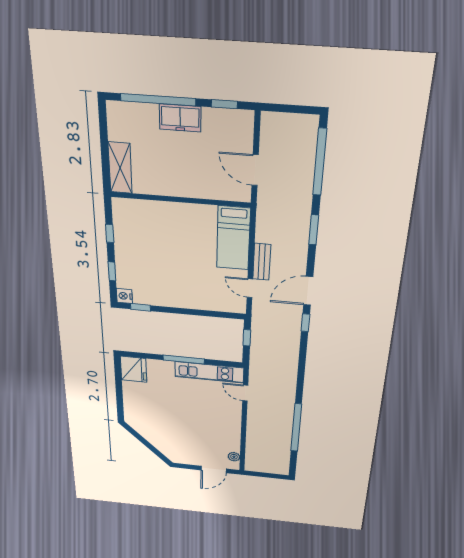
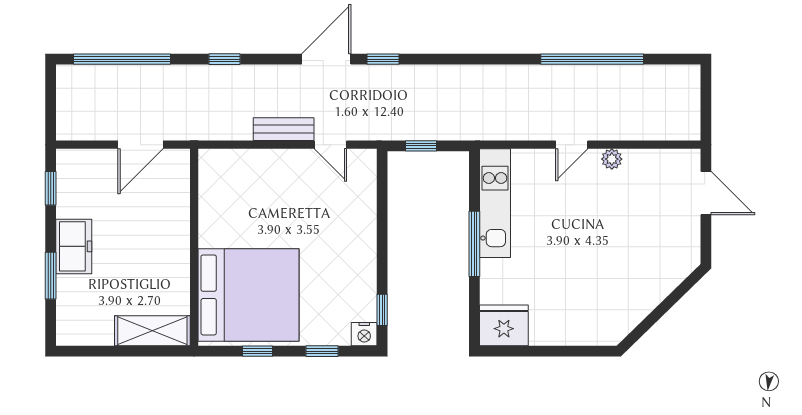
window: (158, 100) -> (51, 276), width x0.47
window: (314, 230) -> (225, 59), width x0.67
bed: (233, 238) -> (248, 295), moved, width x2.04
door: (250, 288) -> (330, 145), hinge flipped
door: (308, 291) -> (326, 59), swing flipped
door: (245, 393) -> (572, 145), moved
plant: (234, 457) -> (612, 159), moved

